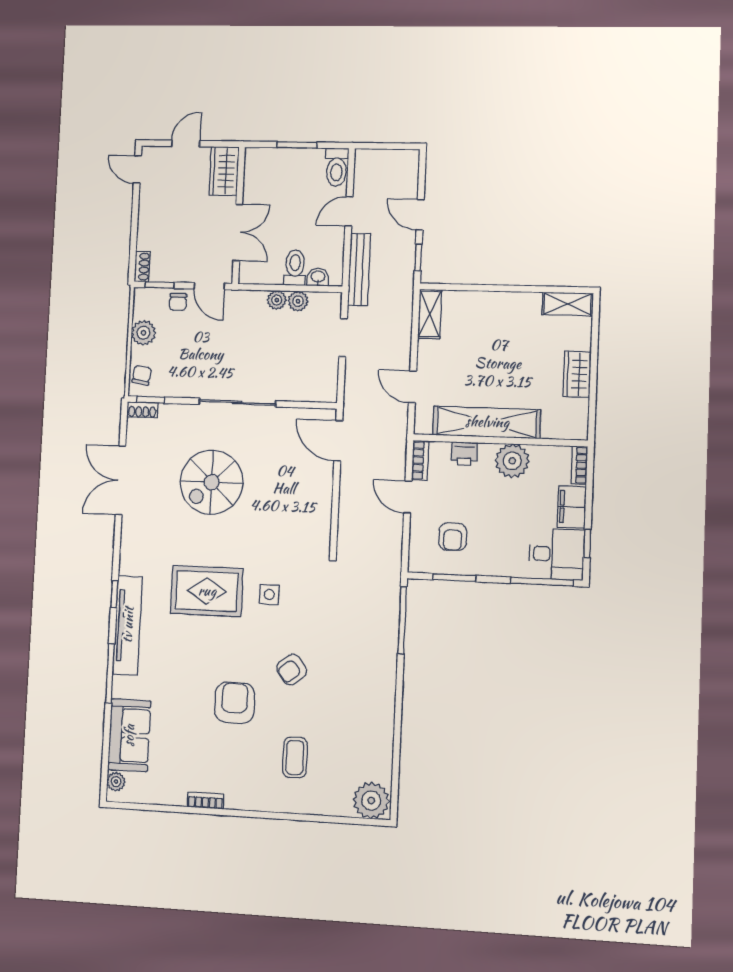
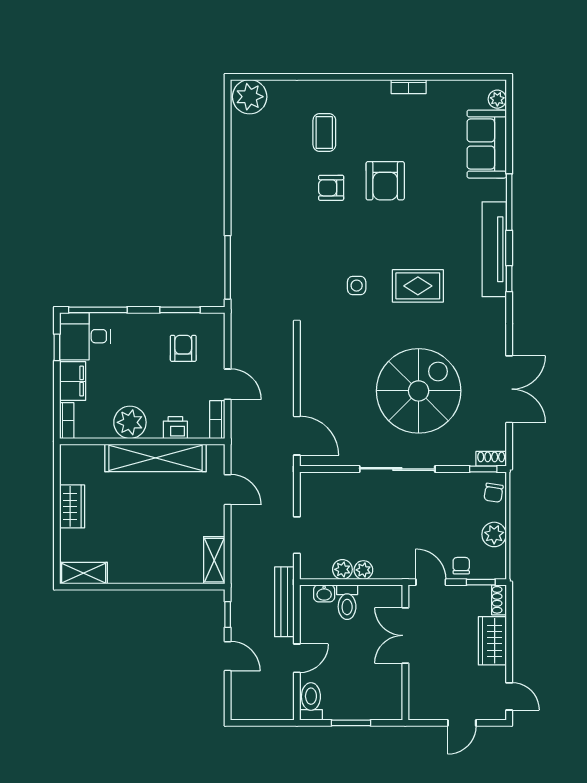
wardrobe: (224, 171) -> (492, 641), moved, turned 180
spiral stairs: (212, 482) -> (419, 391), width x1.37, depth x1.37
rug: (207, 591) -> (418, 286), width x0.73, depth x0.70
armchair: (292, 670) -> (331, 188), moved, turned -142

